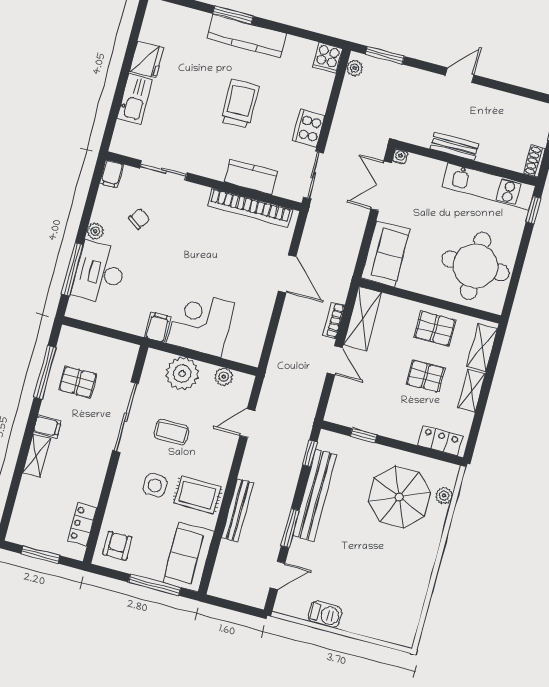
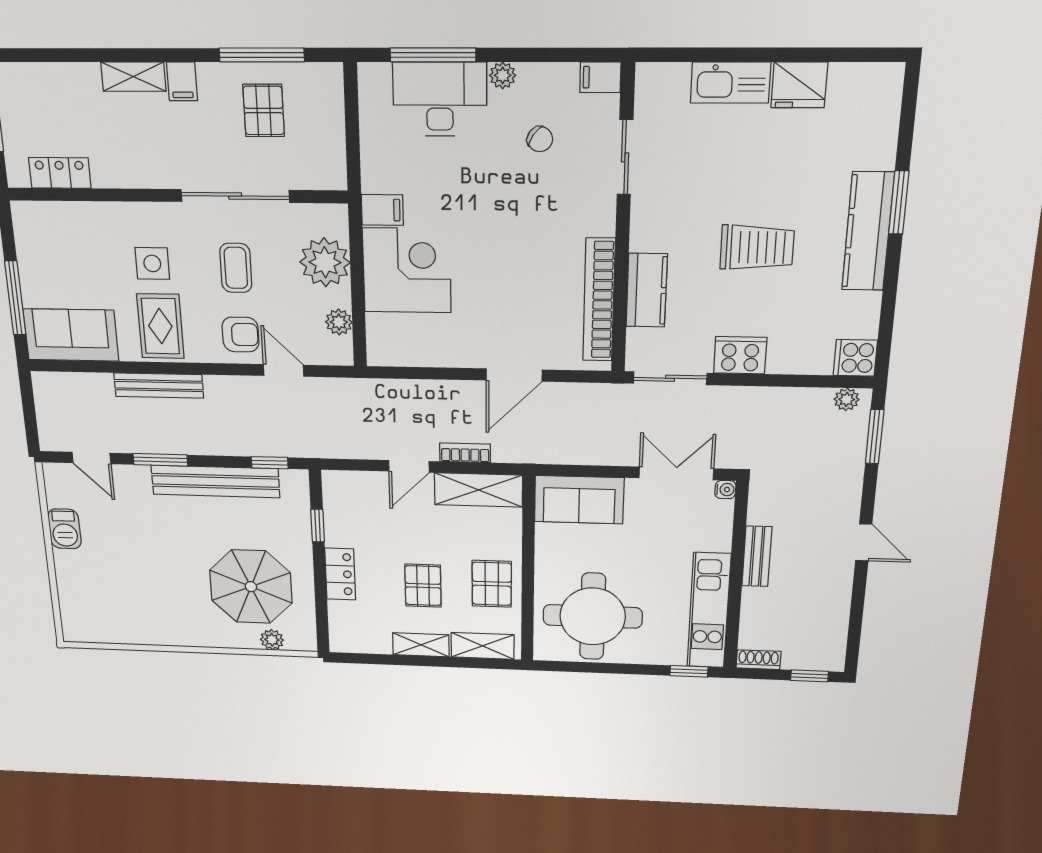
locker: (440, 441) -> (340, 574), moved
armchair: (117, 546) -> (240, 334), moved

